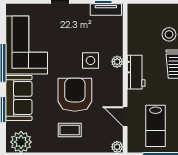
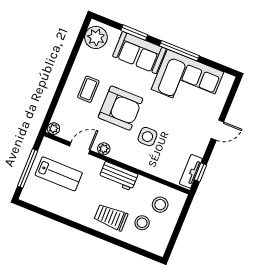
stool: (146, 25) -> (160, 205), added
plant: (117, 62) -> (104, 149), moved
lab bench: (156, 126) -> (59, 174), turned 180

